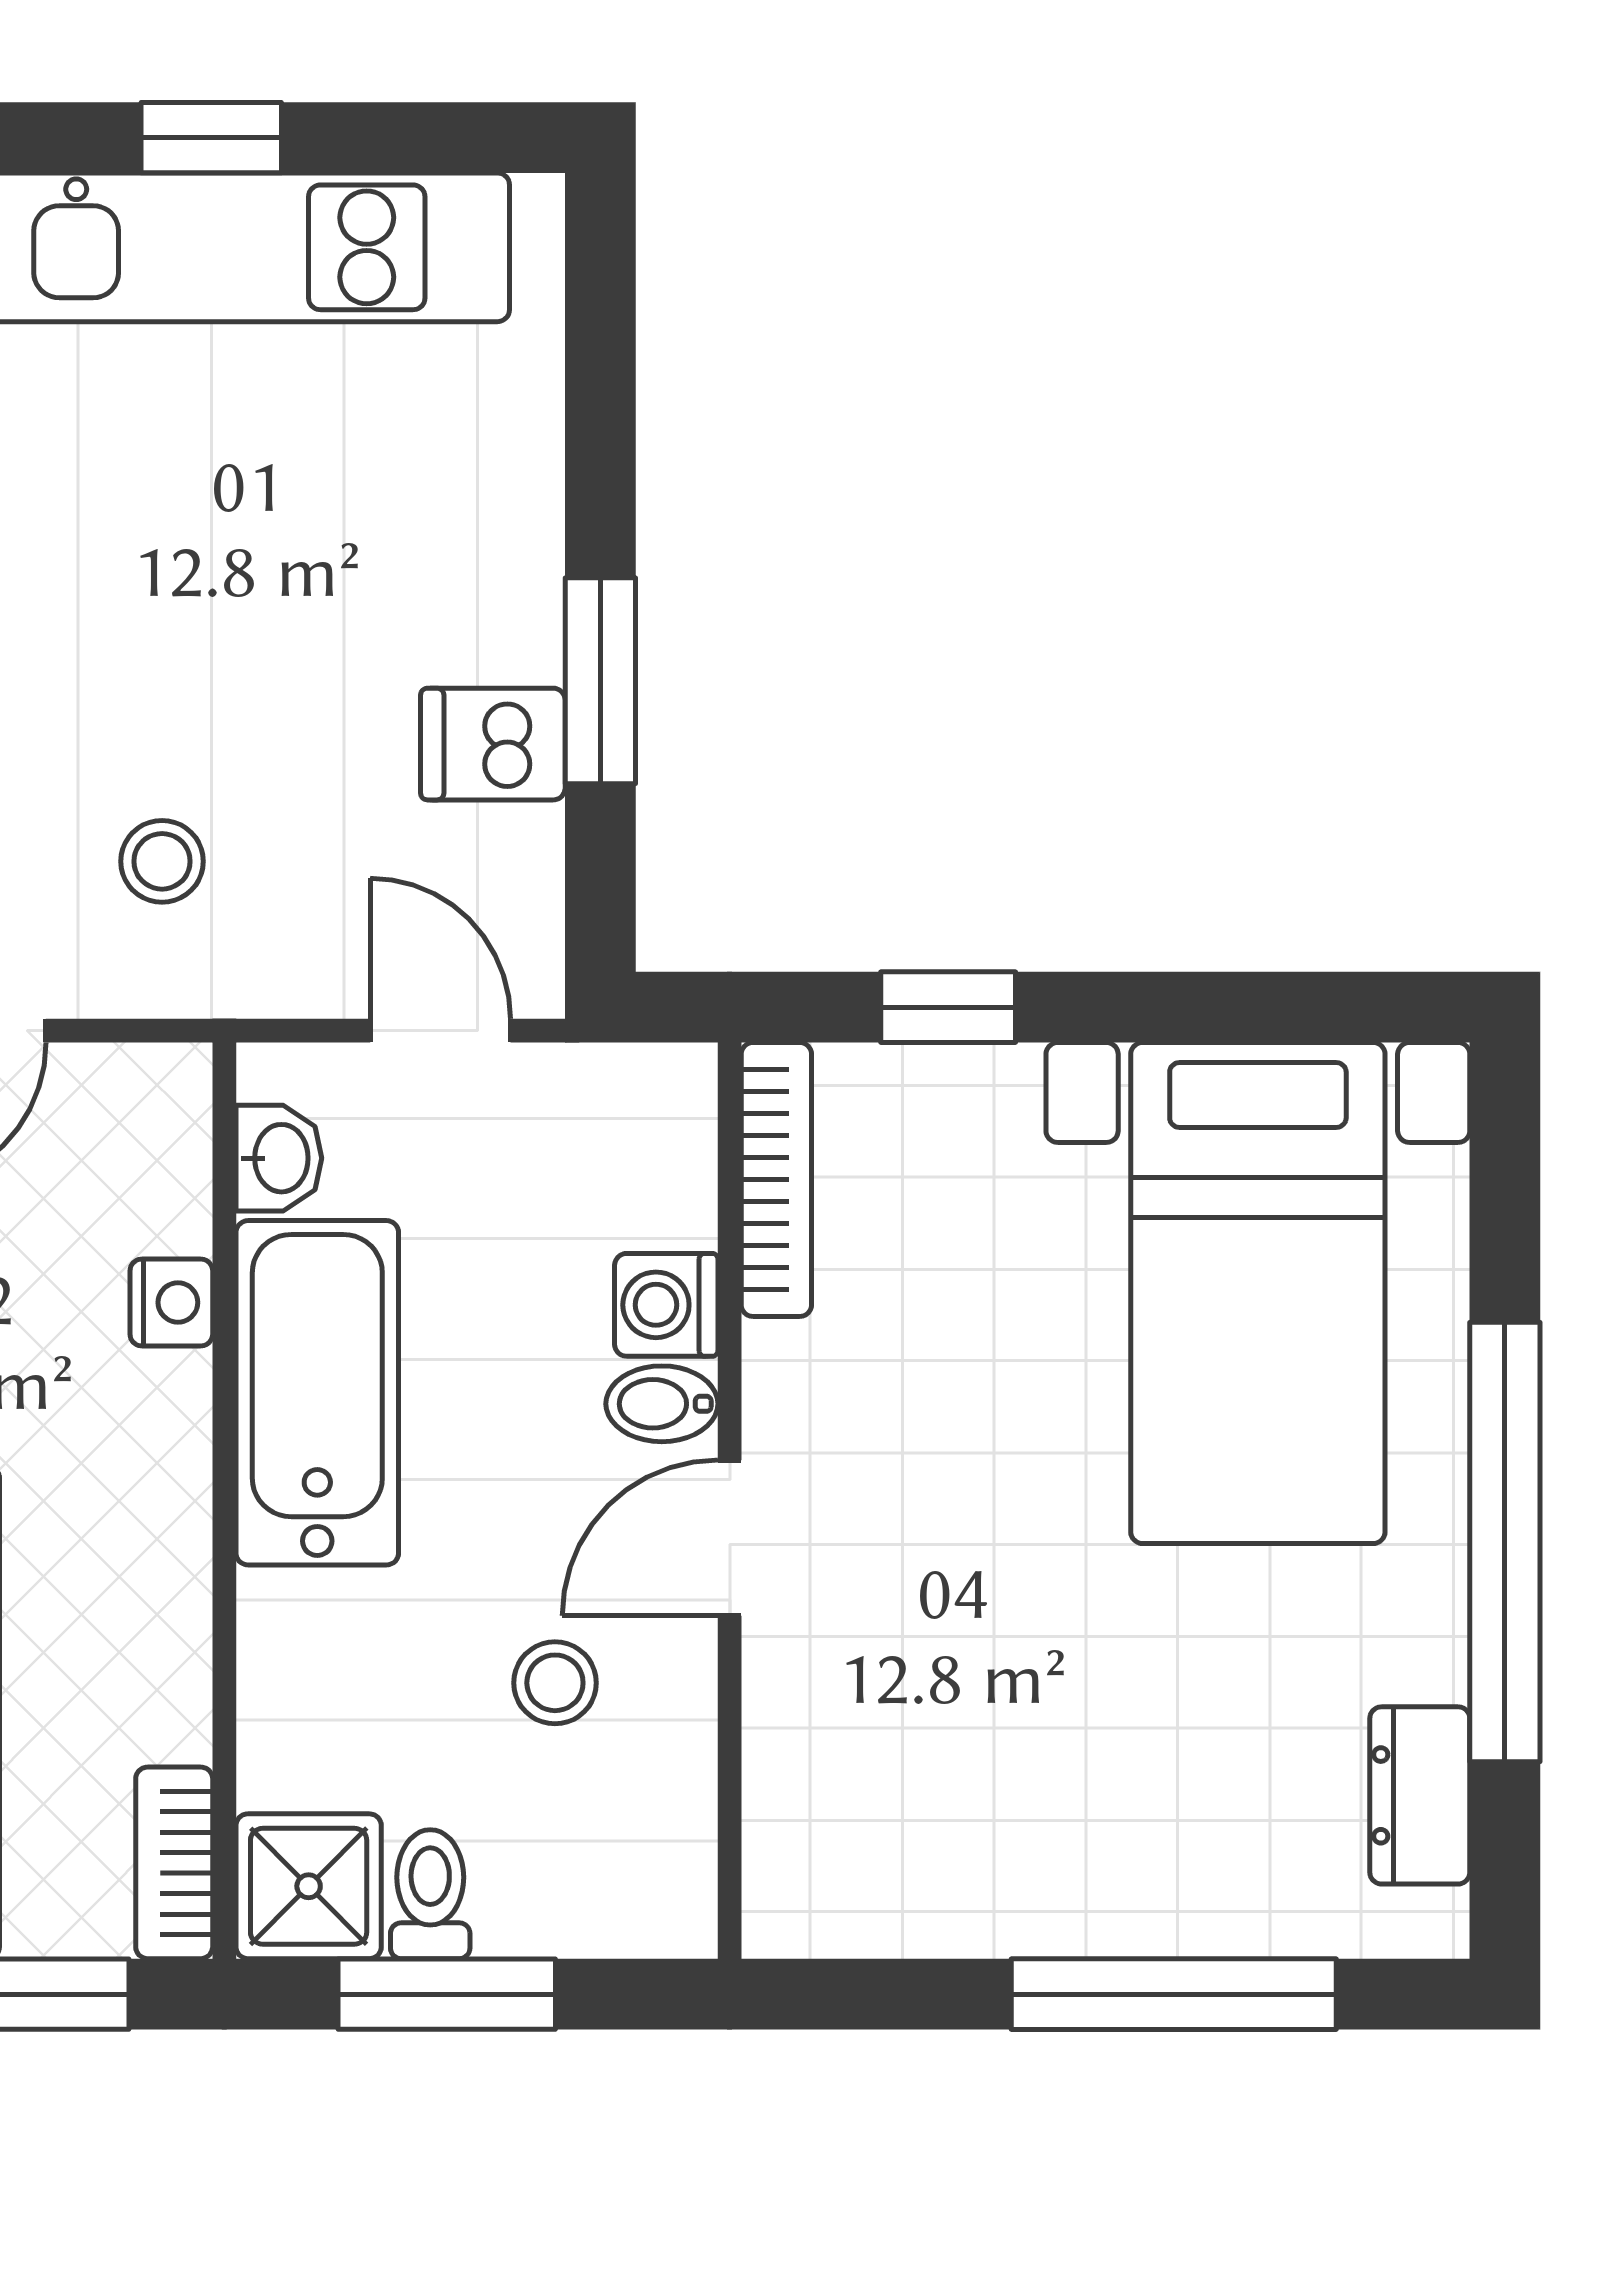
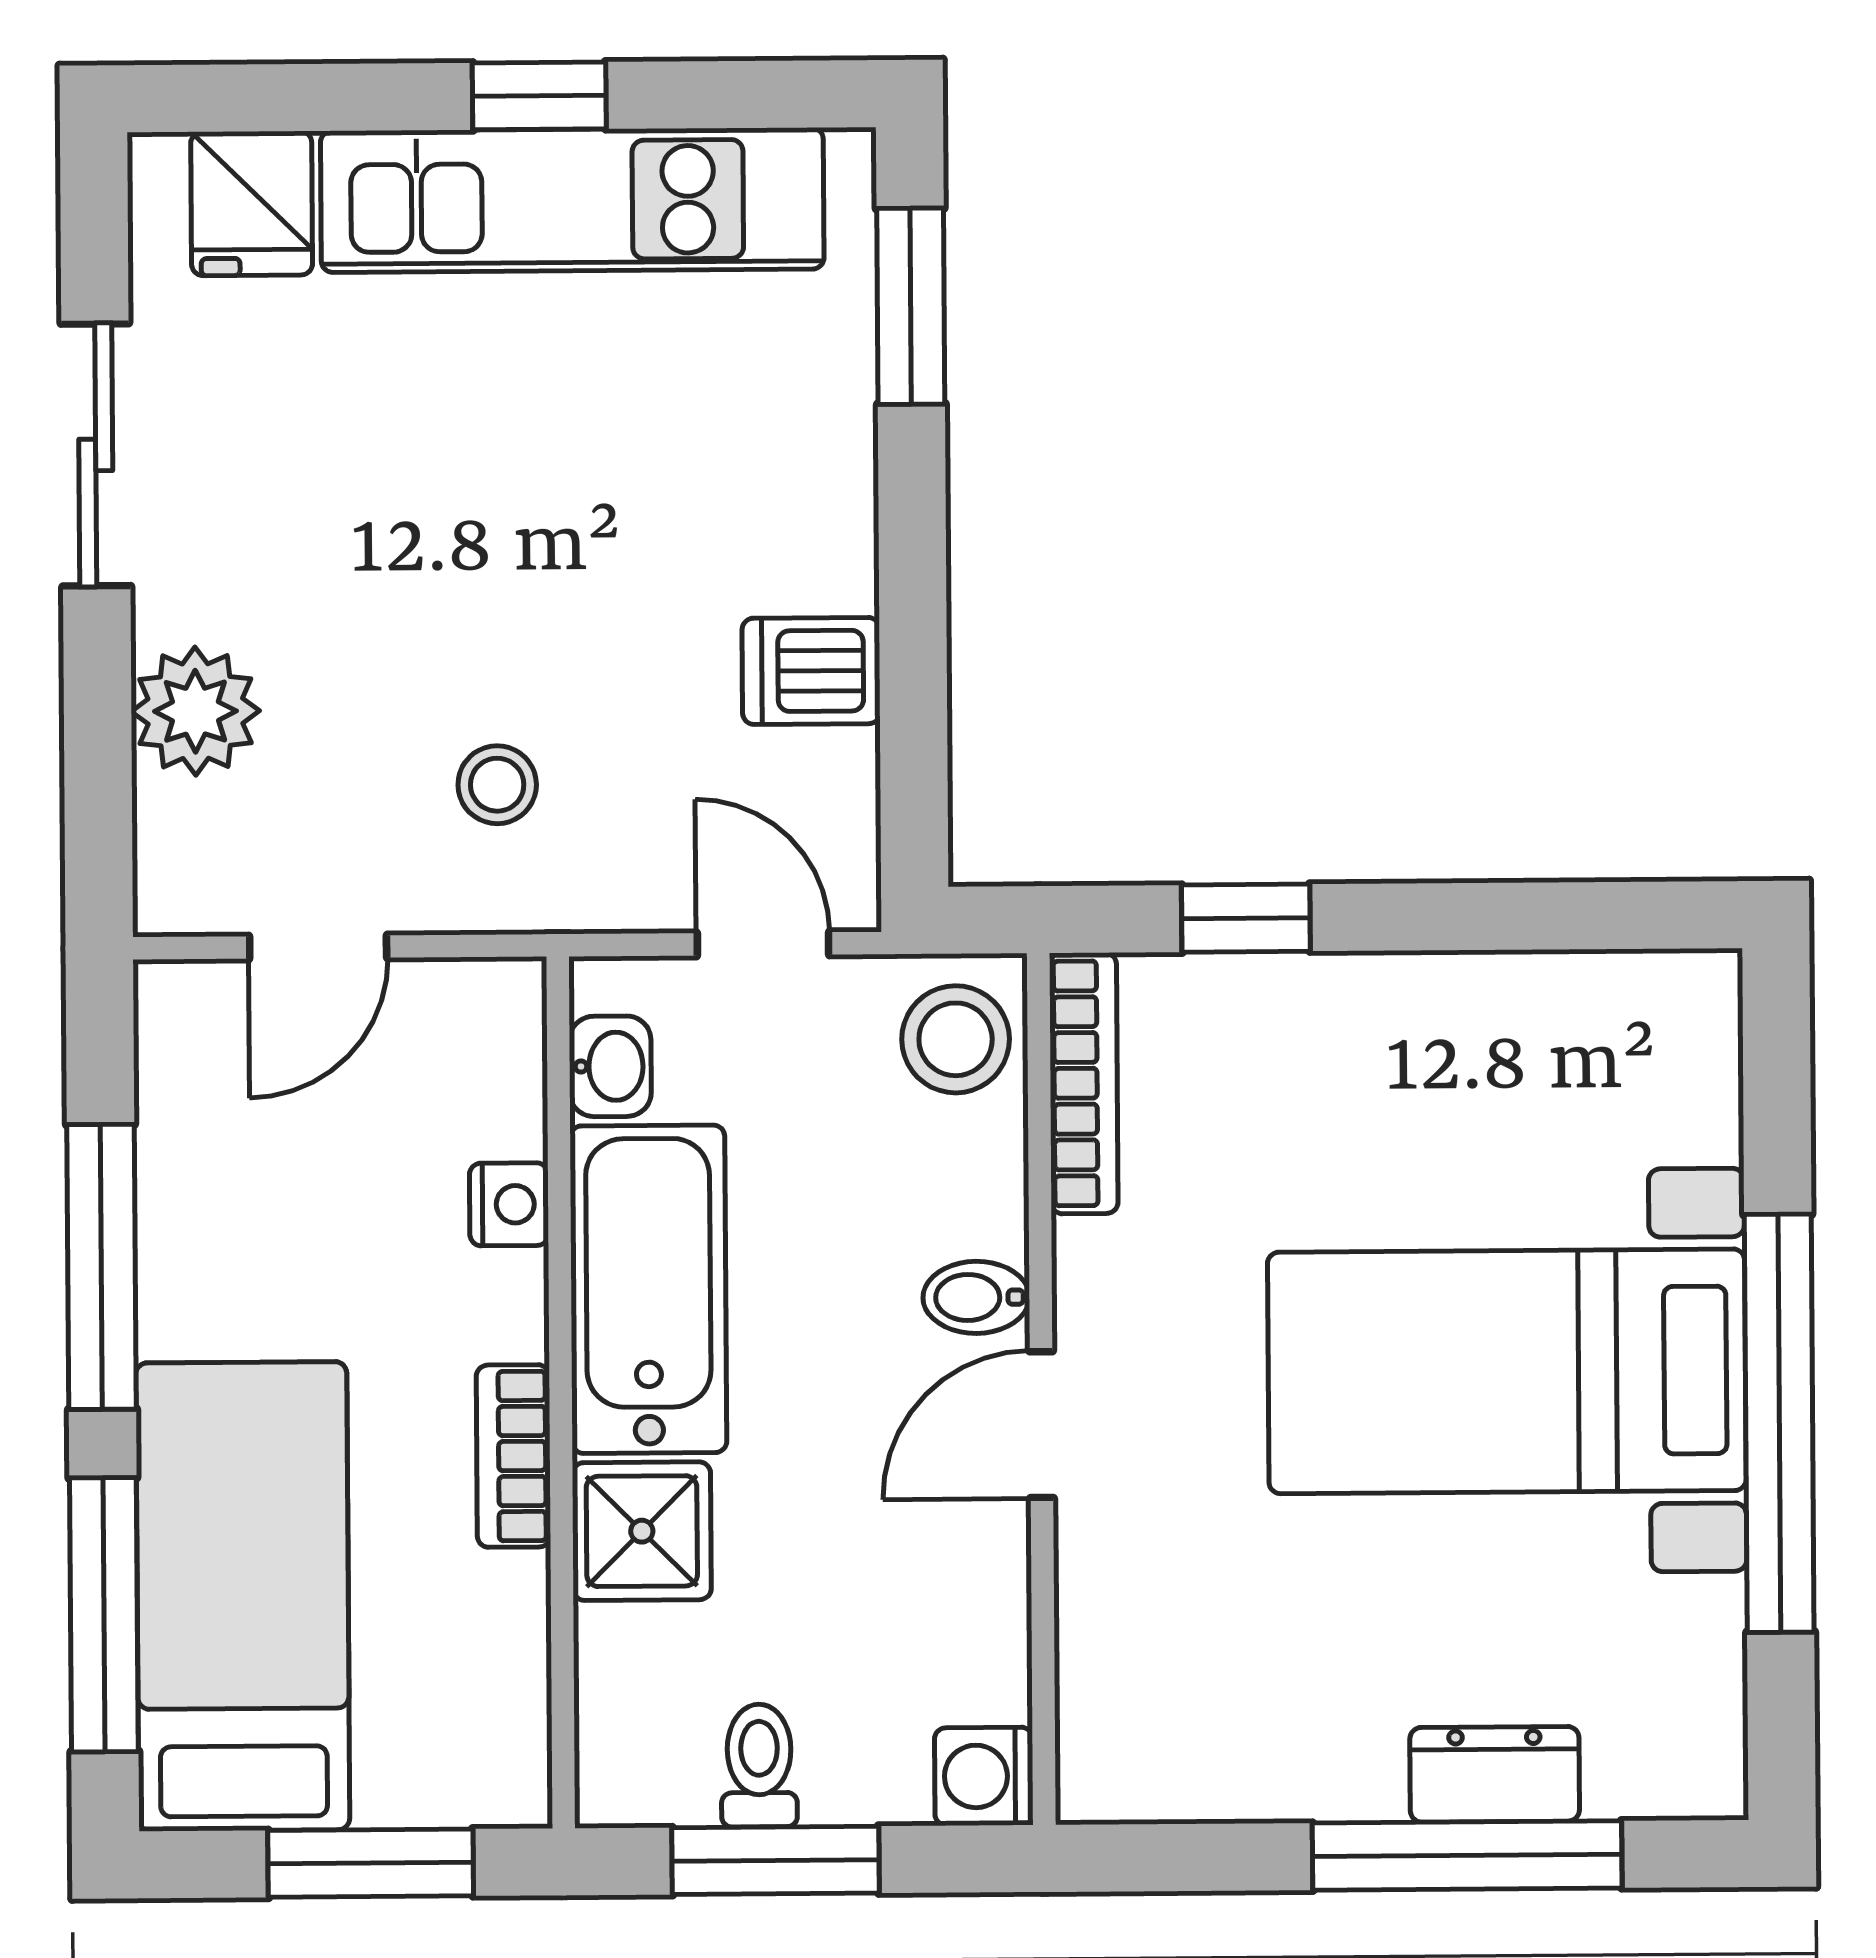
window: (600, 681) -> (911, 306), moved
bed with nightstands: (1258, 1293) -> (1507, 1371), moved, turned 90
washing machine: (666, 1305) -> (984, 1776), moved
stool: (555, 1683) -> (956, 1039), moved, width x1.37, depth x1.37
dresser: (1420, 1795) -> (1495, 1774), moved, turned 90
bookcase: (174, 1863) -> (513, 1456), moved
shower: (309, 1886) -> (642, 1531), moved

